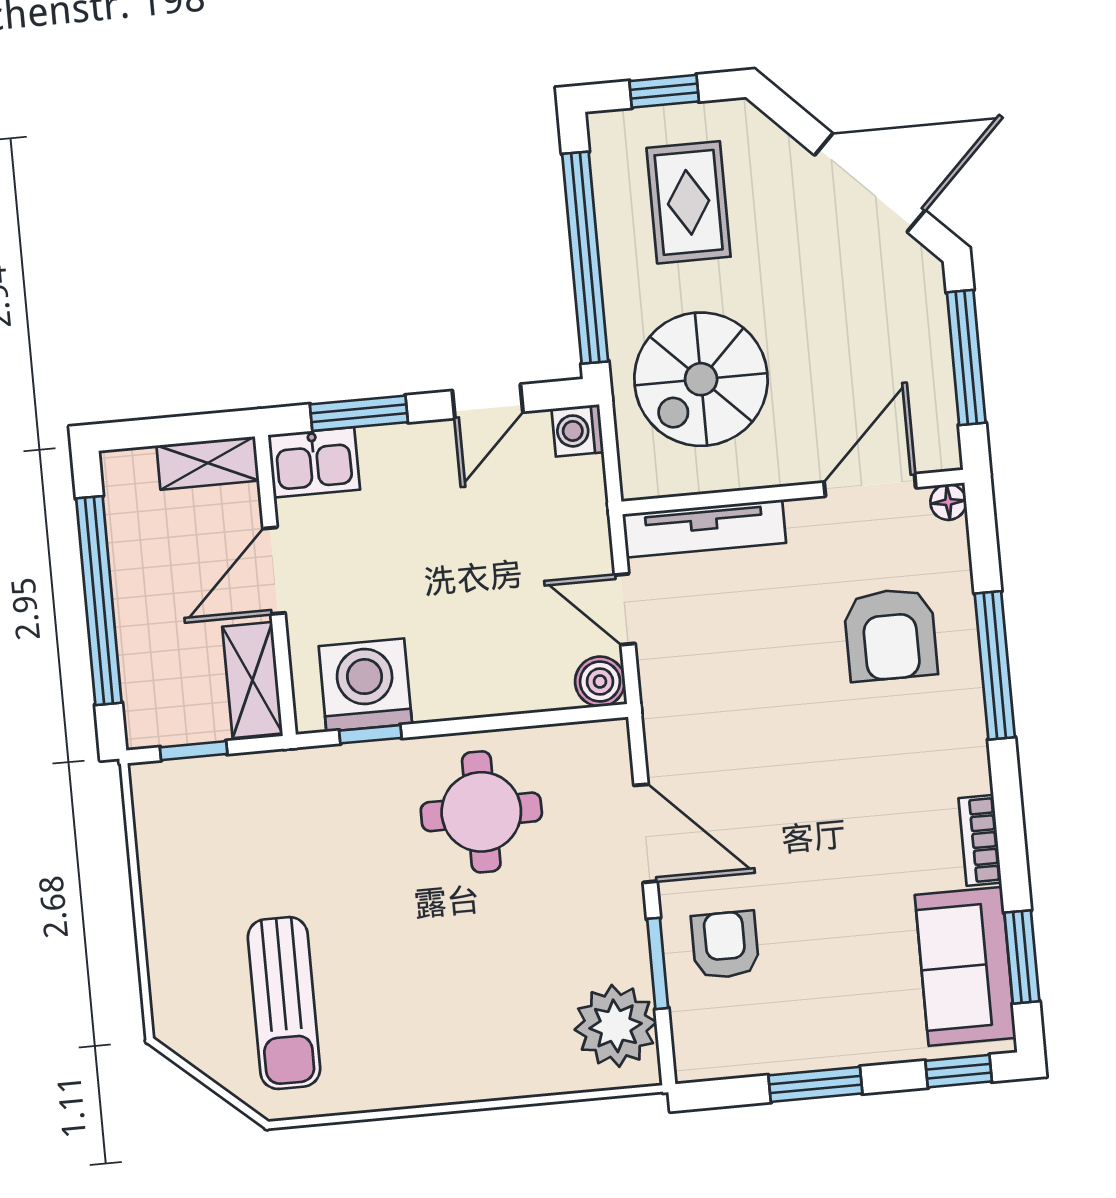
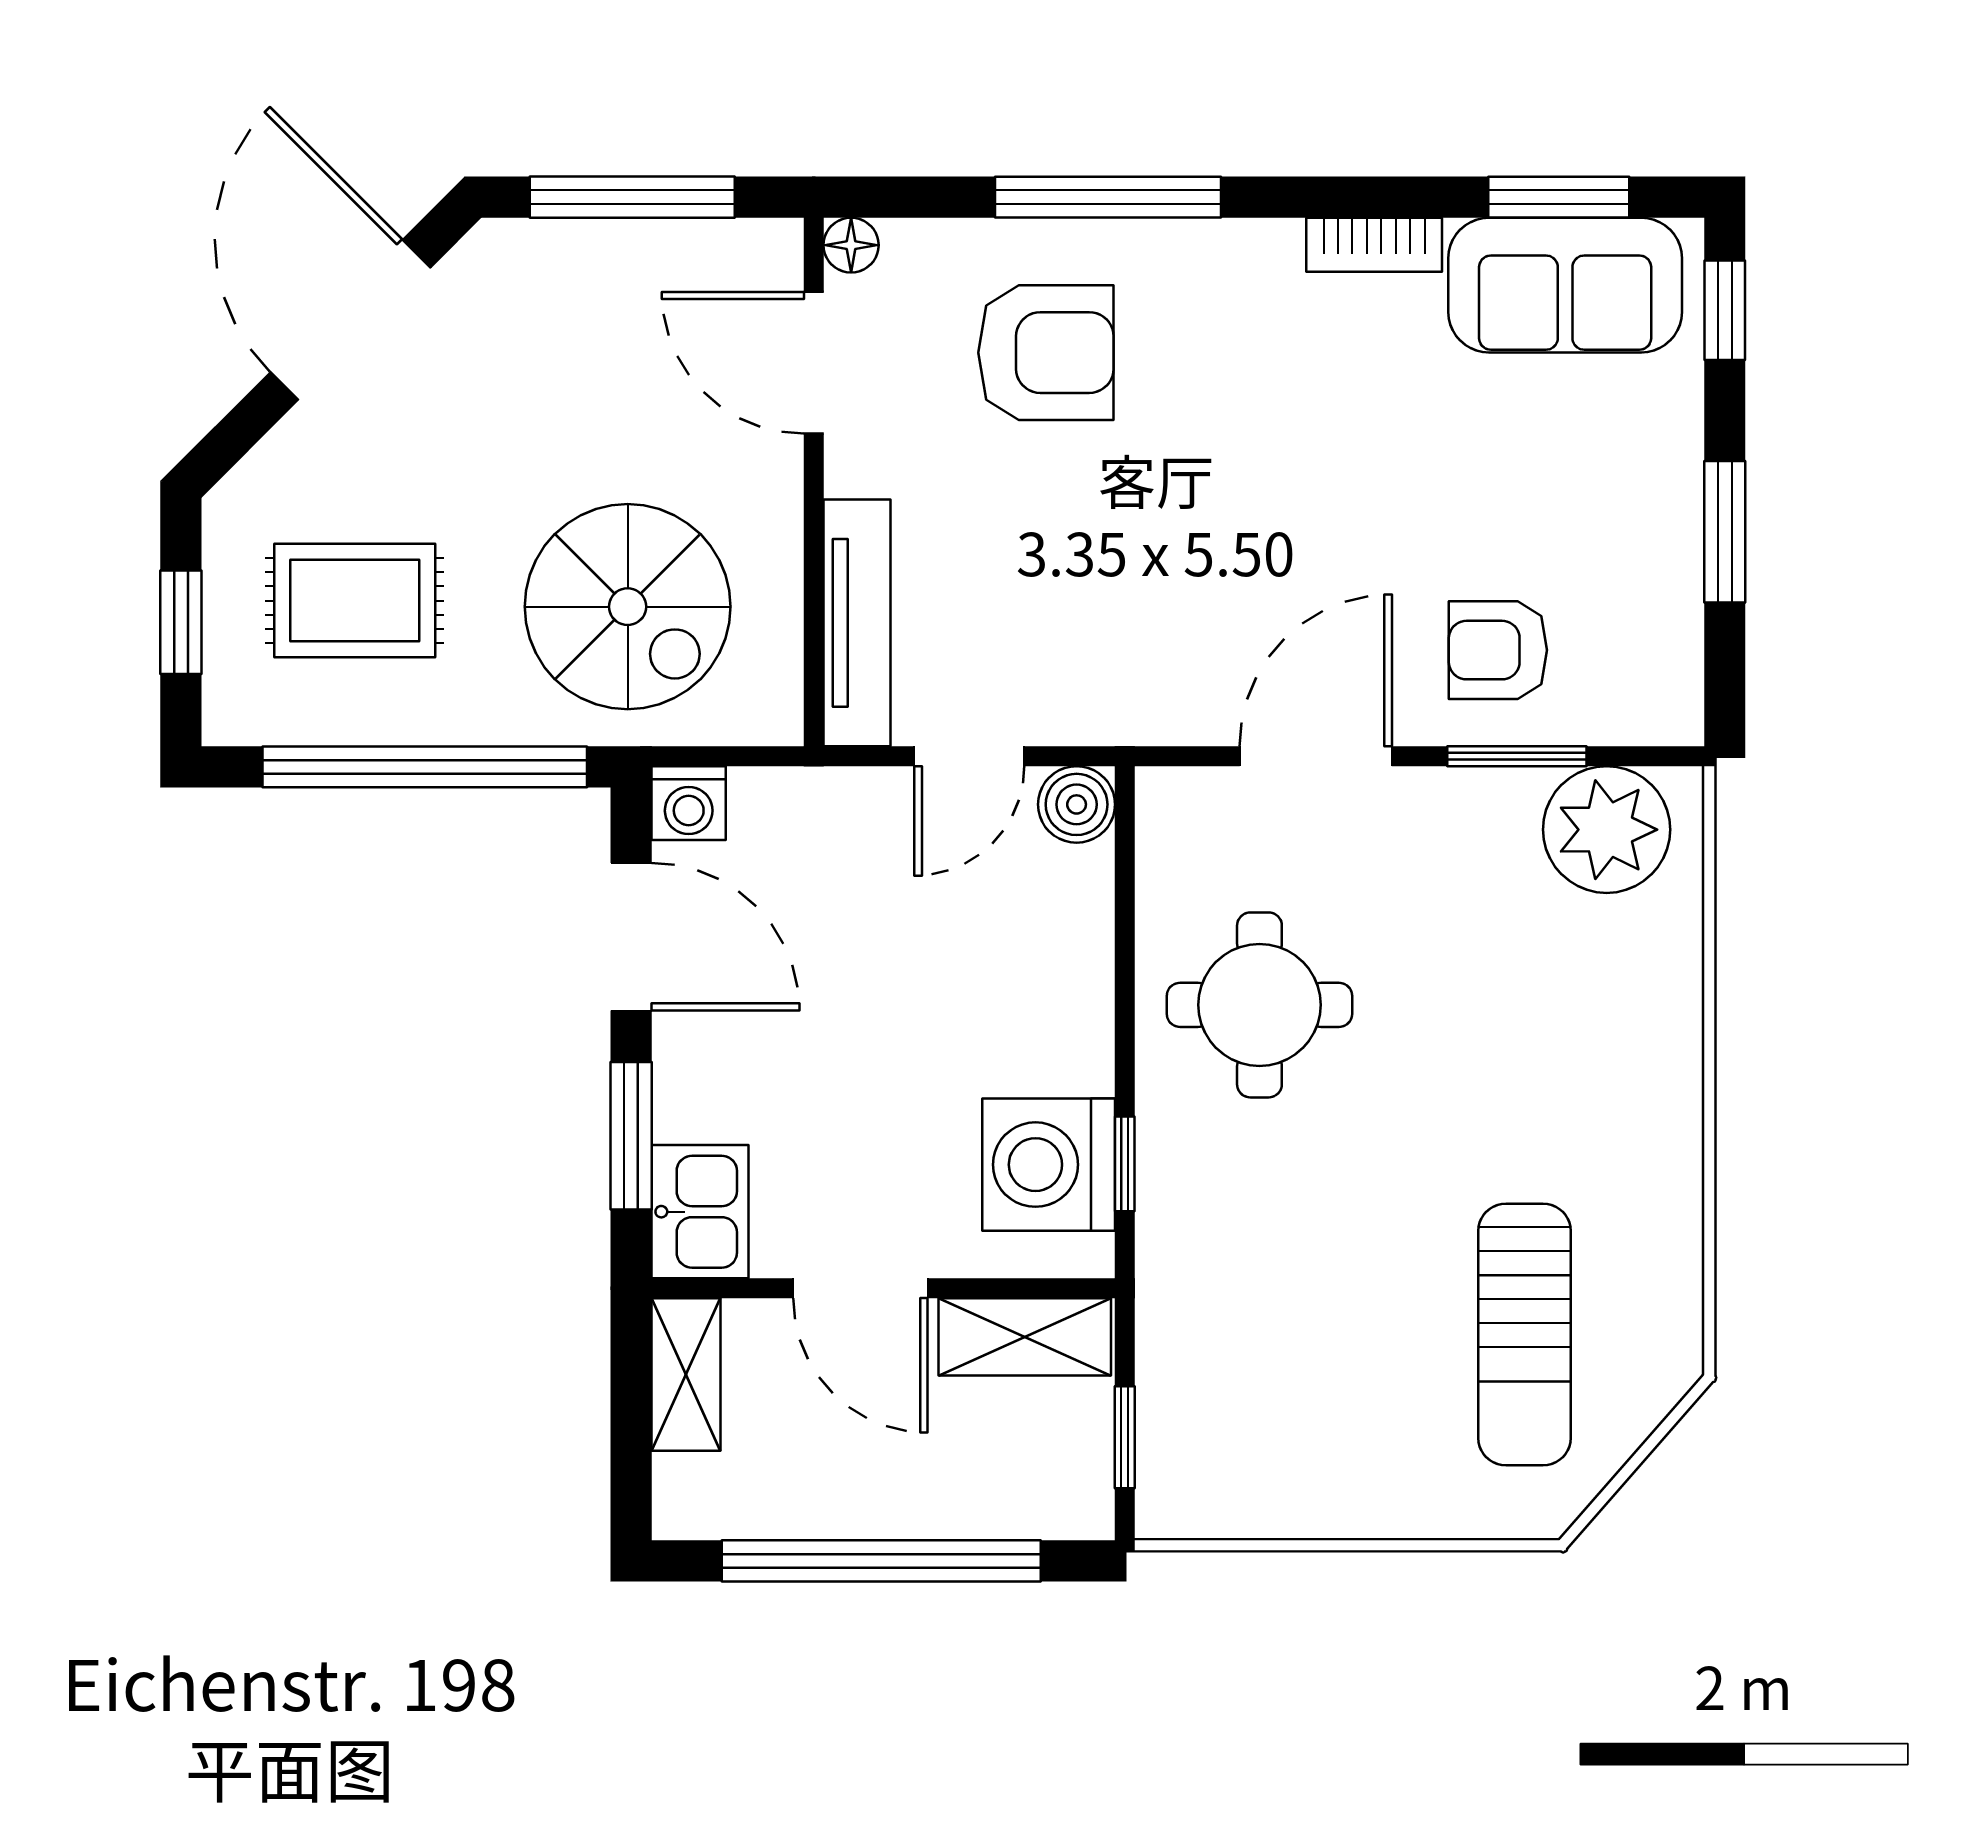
door: (488, 401) -> (631, 937), width x1.38
sun lounger: (284, 1003) -> (1524, 1335), turned 90

